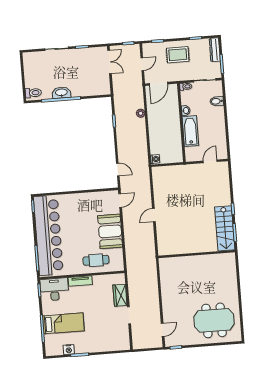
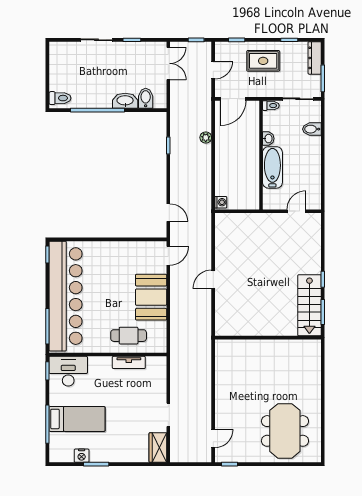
bidet: (95, 88) -> (146, 98), added
washbasin: (61, 93) -> (125, 101), moved
tv unit: (80, 281) -> (129, 362), moved
wardrobe: (120, 295) -> (158, 448), moved
meeting table: (214, 320) -> (285, 431), turned 90

